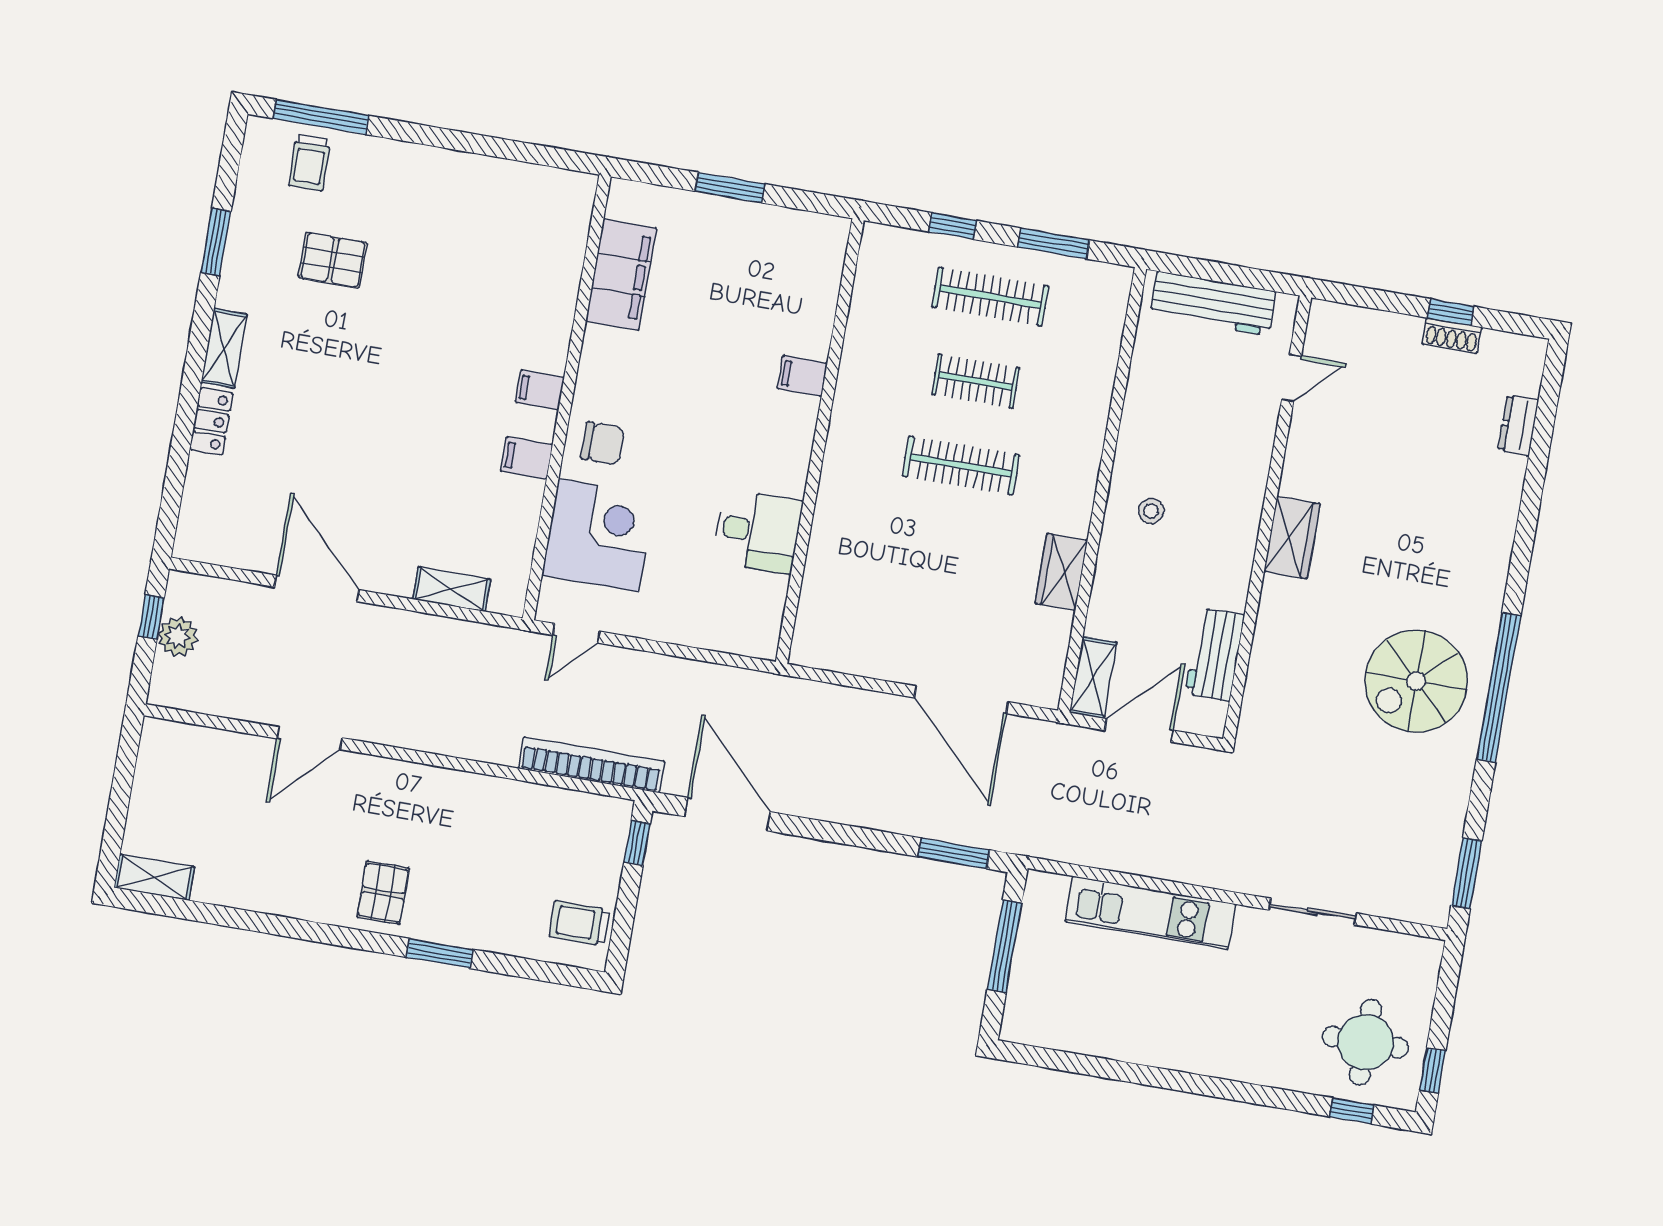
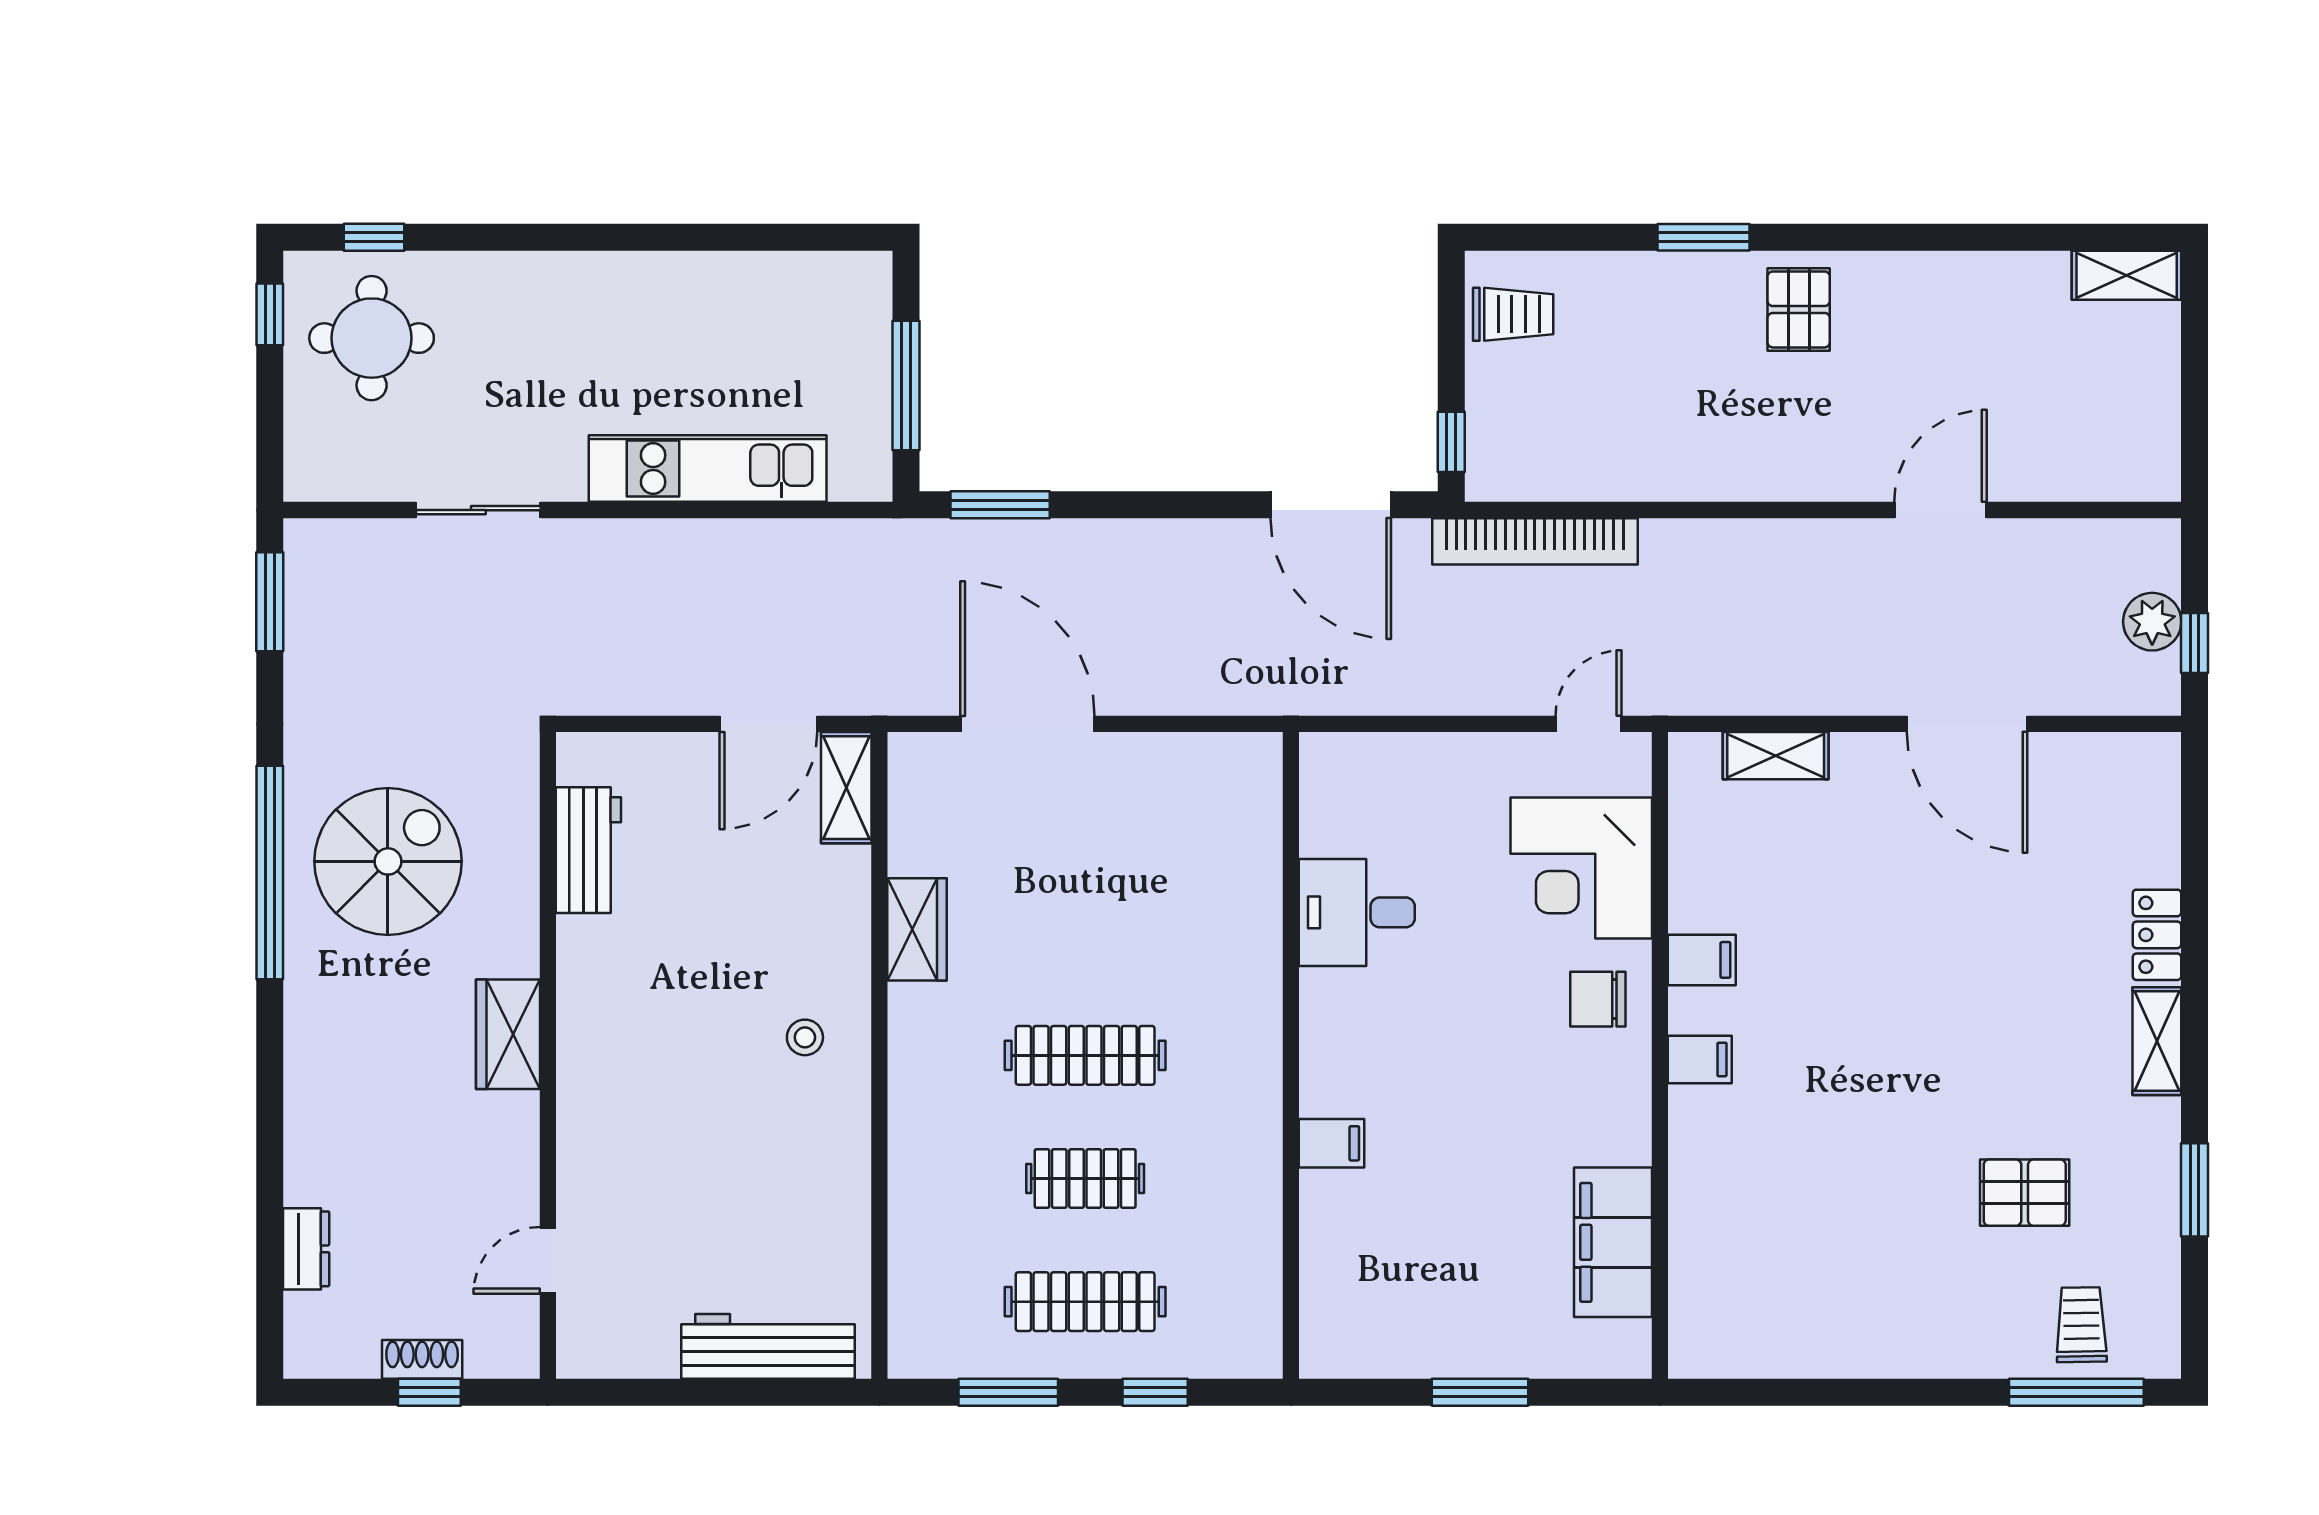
door: (1291, 378) -> (548, 1260), moved
wall: (1267, 518) -> (548, 1055), moved
wardrobe: (1292, 538) -> (508, 1034), moved
workbench: (1215, 654) -> (588, 850), moved

